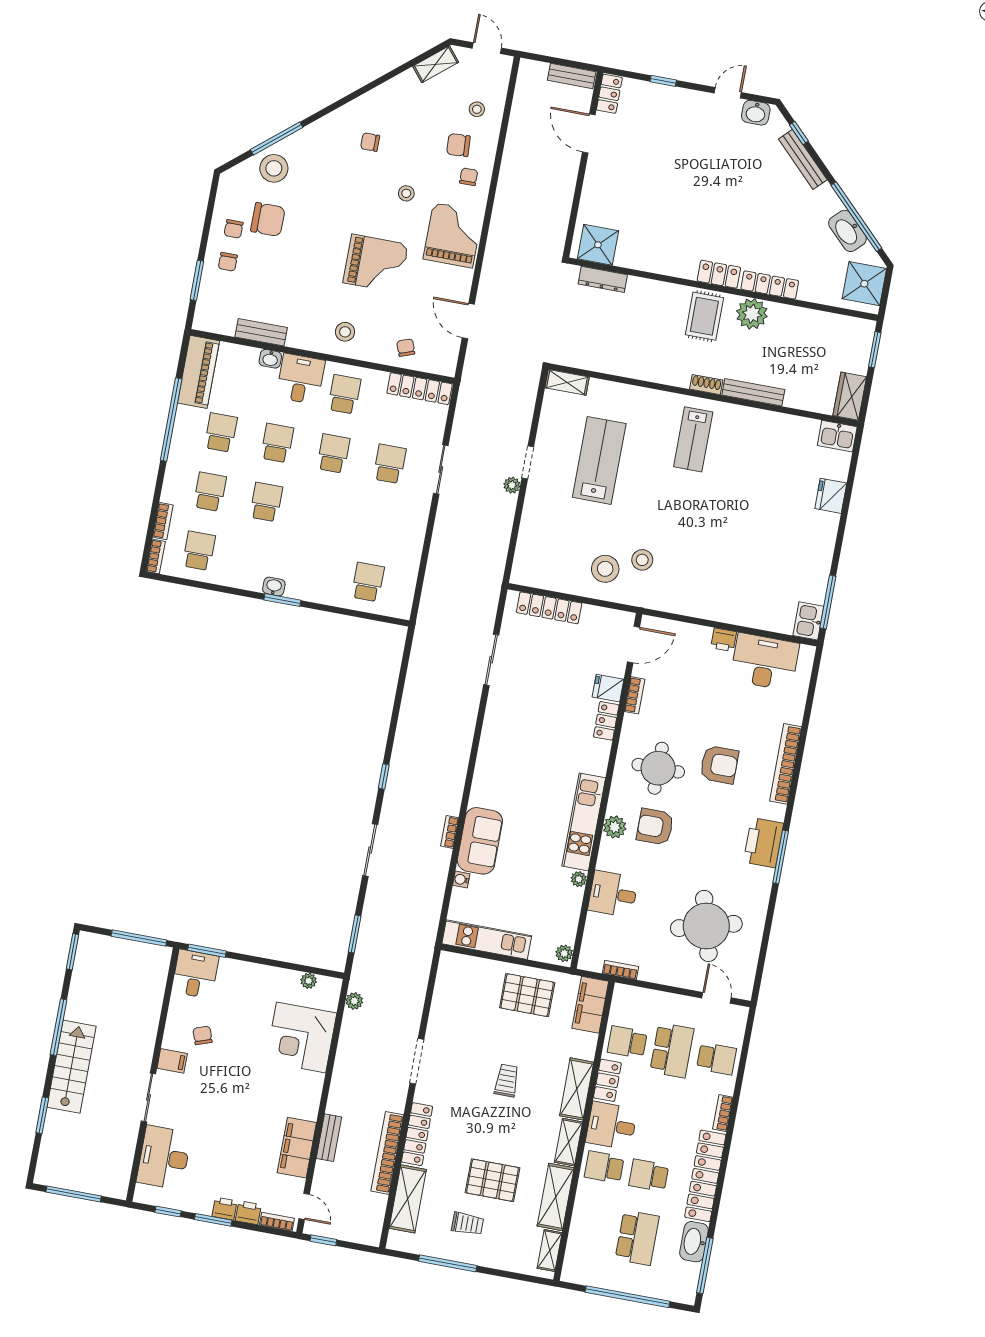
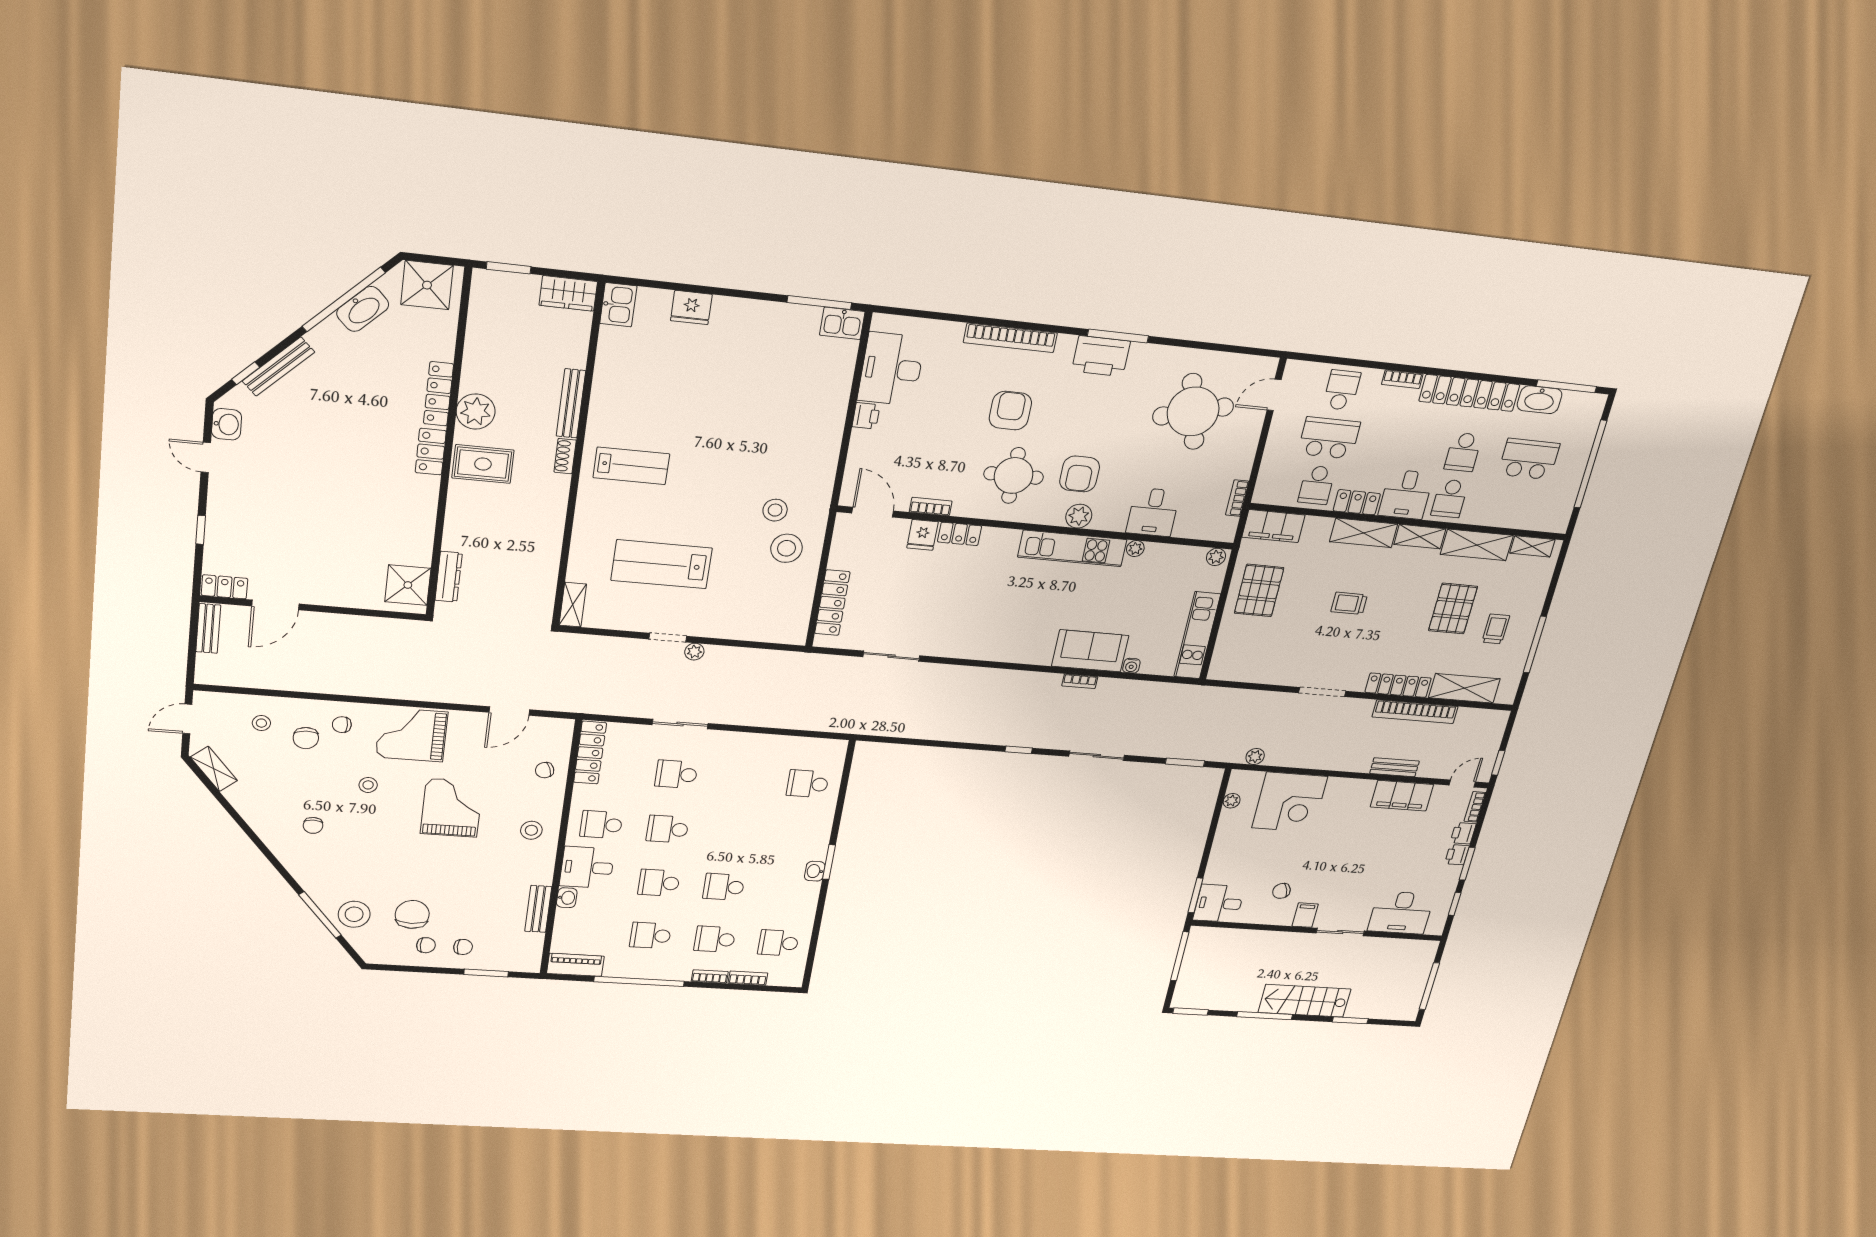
piano: (198, 372) -> (575, 965), width x0.73, depth x0.75
bookcase: (156, 556) -> (710, 976), moved

